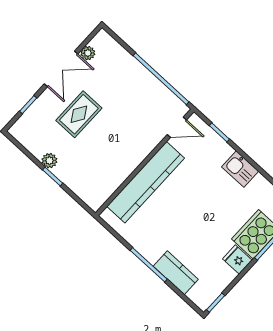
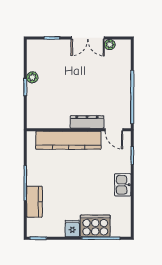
rug: (79, 114) -> (72, 70), removed
dresser: (144, 147) -> (87, 122), added

